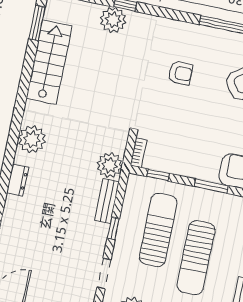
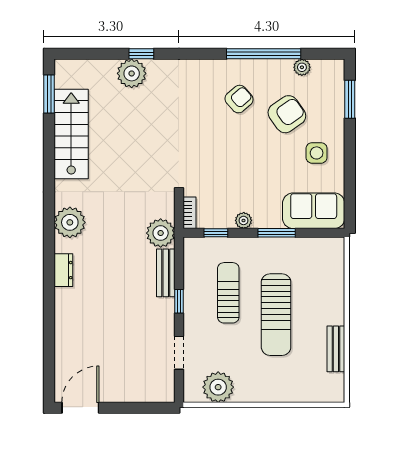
armchair: (180, 73) -> (239, 99), moved, turned -41
plant: (185, 169) -> (244, 220), added
sun lounger: (158, 230) -> (228, 293), width x0.73, depth x0.75

